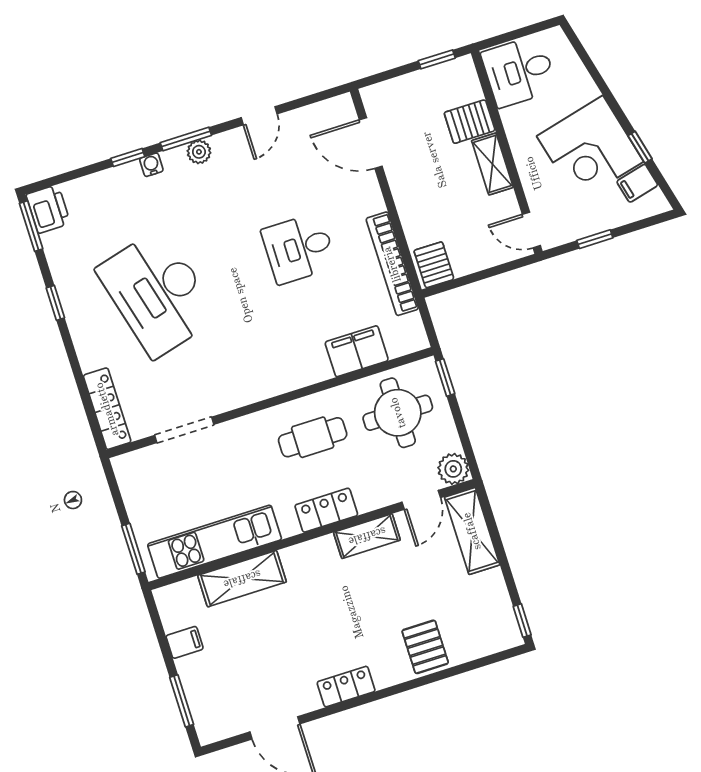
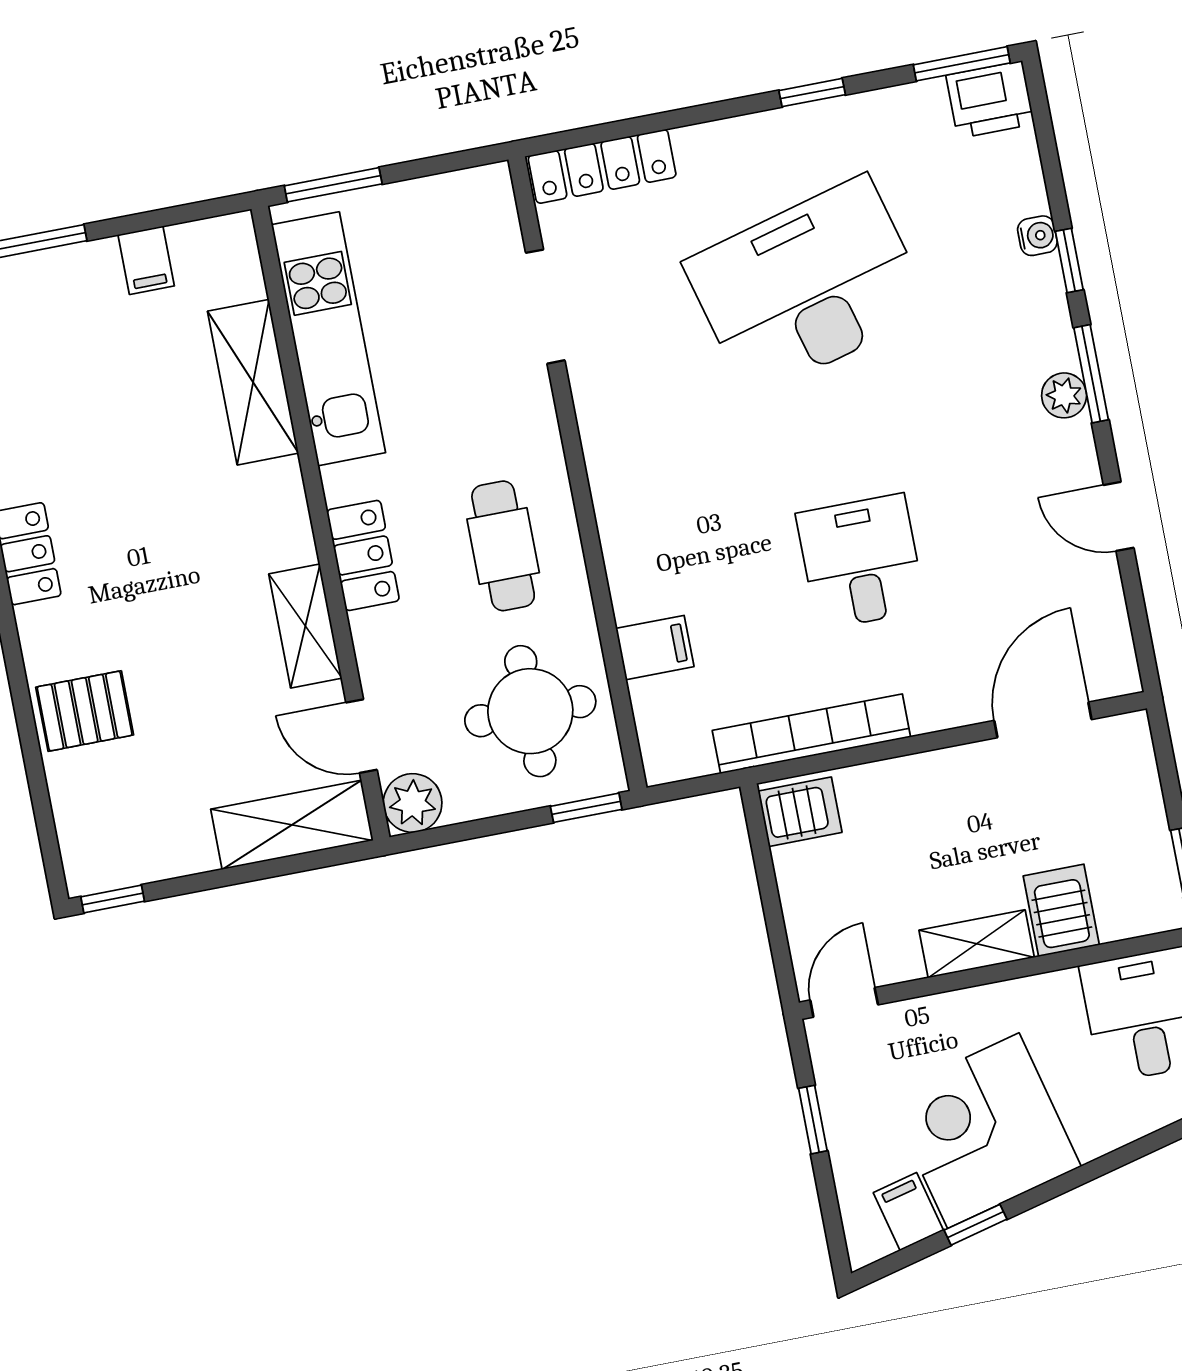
water cooler: (151, 165) -> (1037, 236), moved
filing cabinet: (357, 351) -> (655, 648), width x0.50

